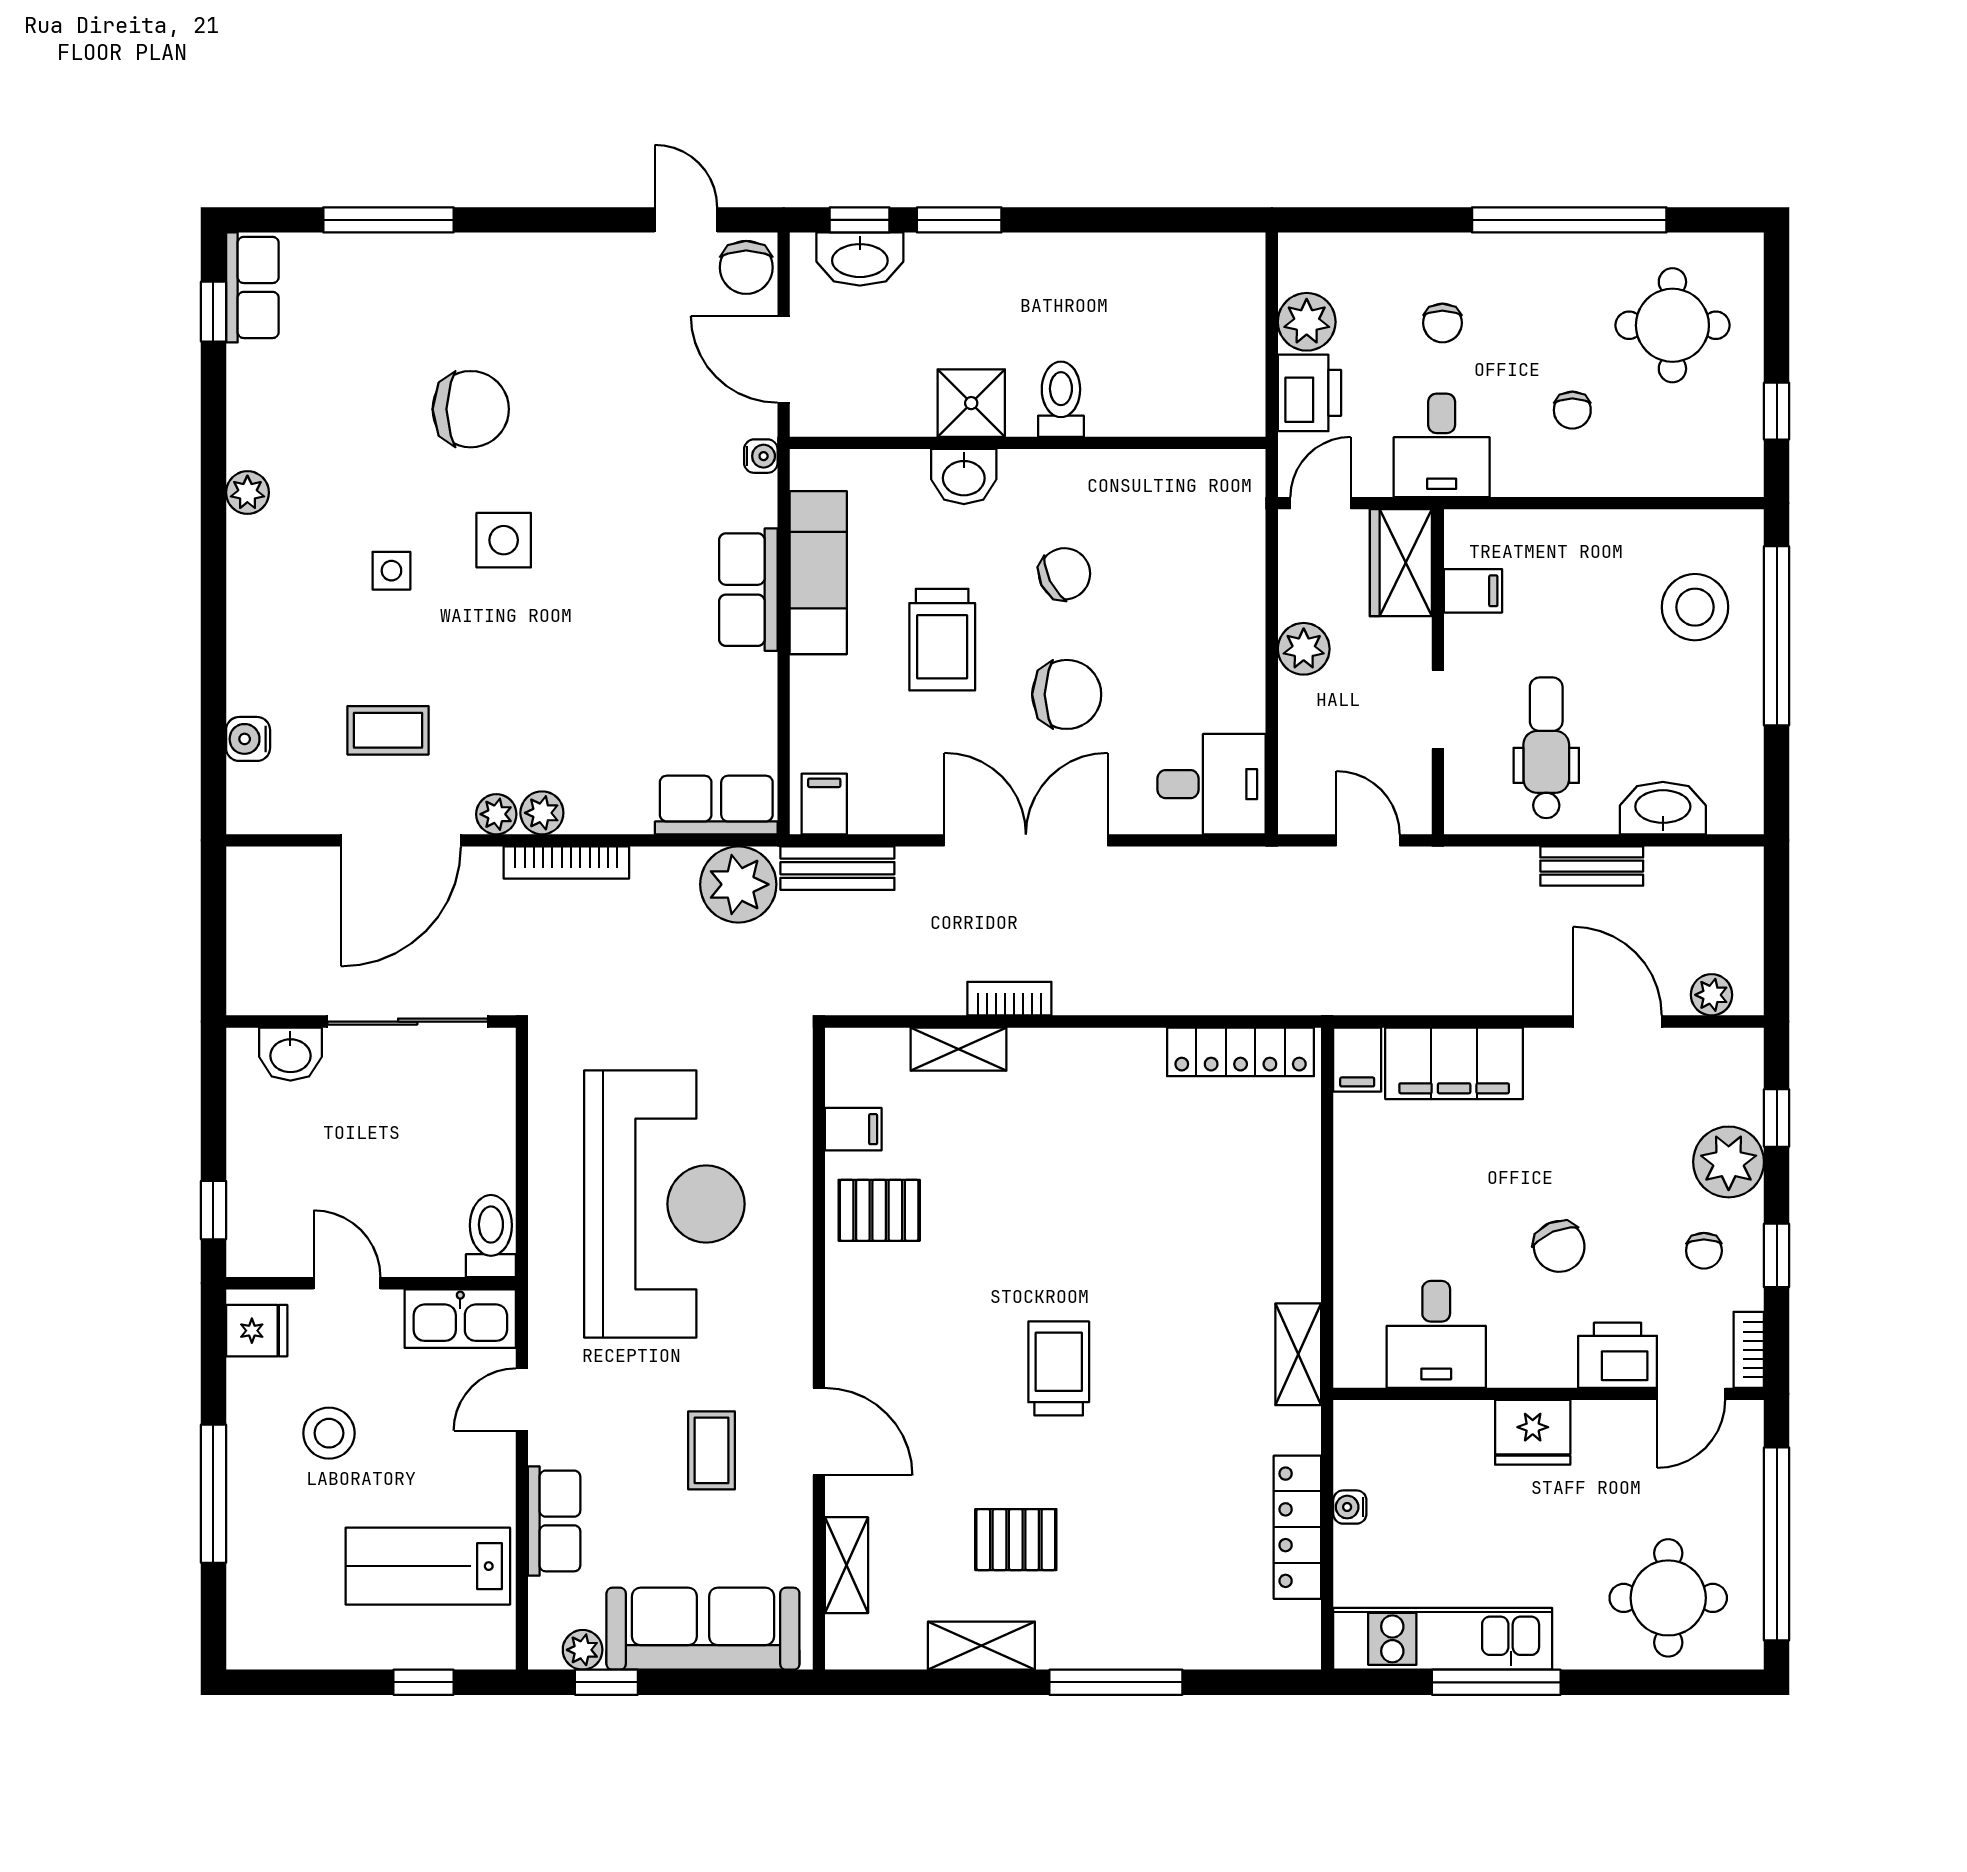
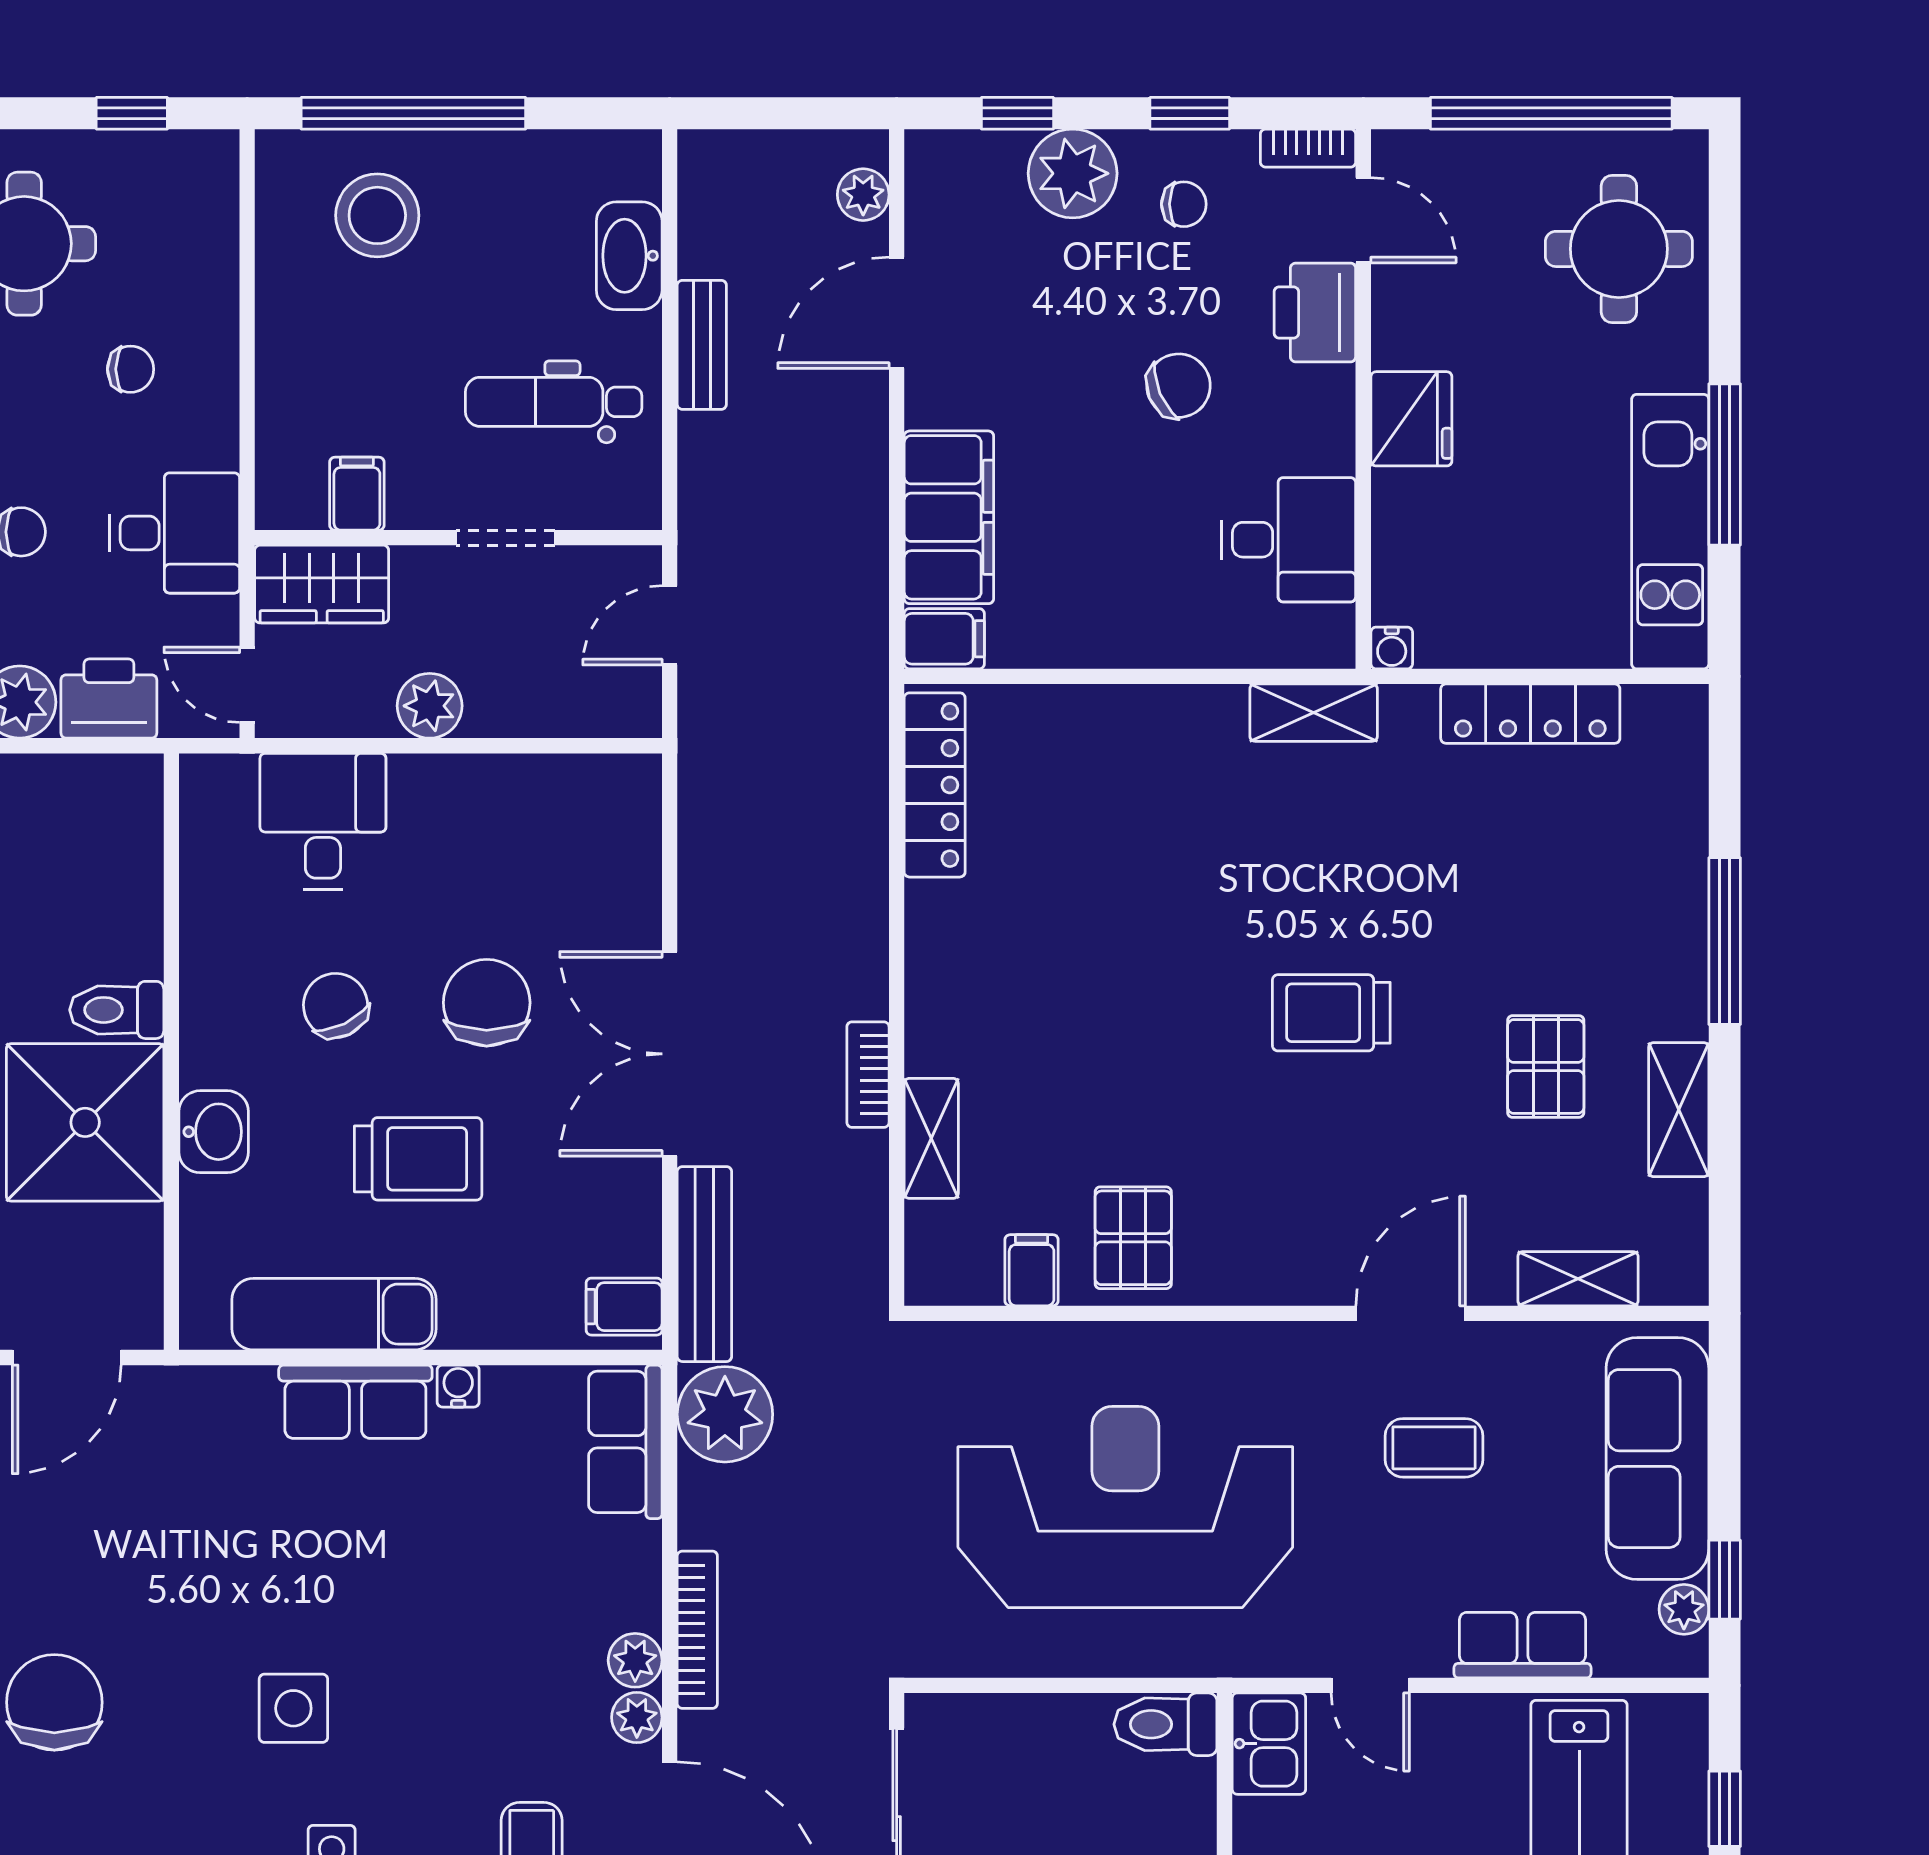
shower: (971, 403) -> (85, 1122), width x1.86, depth x1.86
chair: (471, 409) -> (54, 1702), moved
water cooler: (761, 456) -> (458, 1386), moved
desk: (1212, 784) -> (323, 821), moved
bench: (837, 868) -> (704, 1264), width x1.36
kitchen sink: (460, 1319) -> (1269, 1744), width x0.73
water cooler: (1350, 1507) -> (1392, 648), moved

